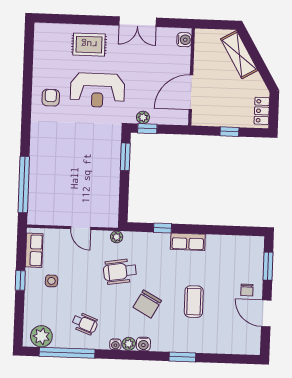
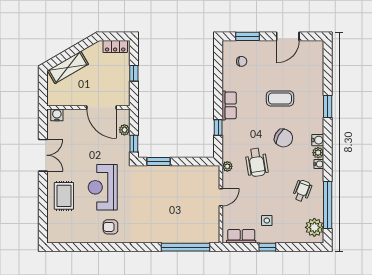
reception desk: (97, 90) -> (103, 187), turned 180
plant: (143, 117) -> (124, 130), moved
chair: (247, 290) -> (242, 61), moved

